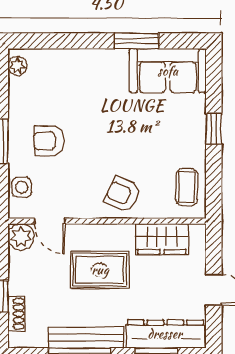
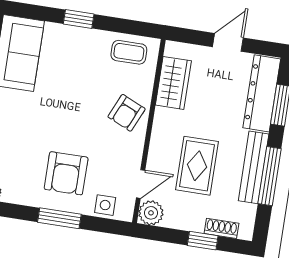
armchair: (49, 141) -> (66, 173), width x1.38, depth x1.38
rug: (100, 270) -> (197, 166), moved

